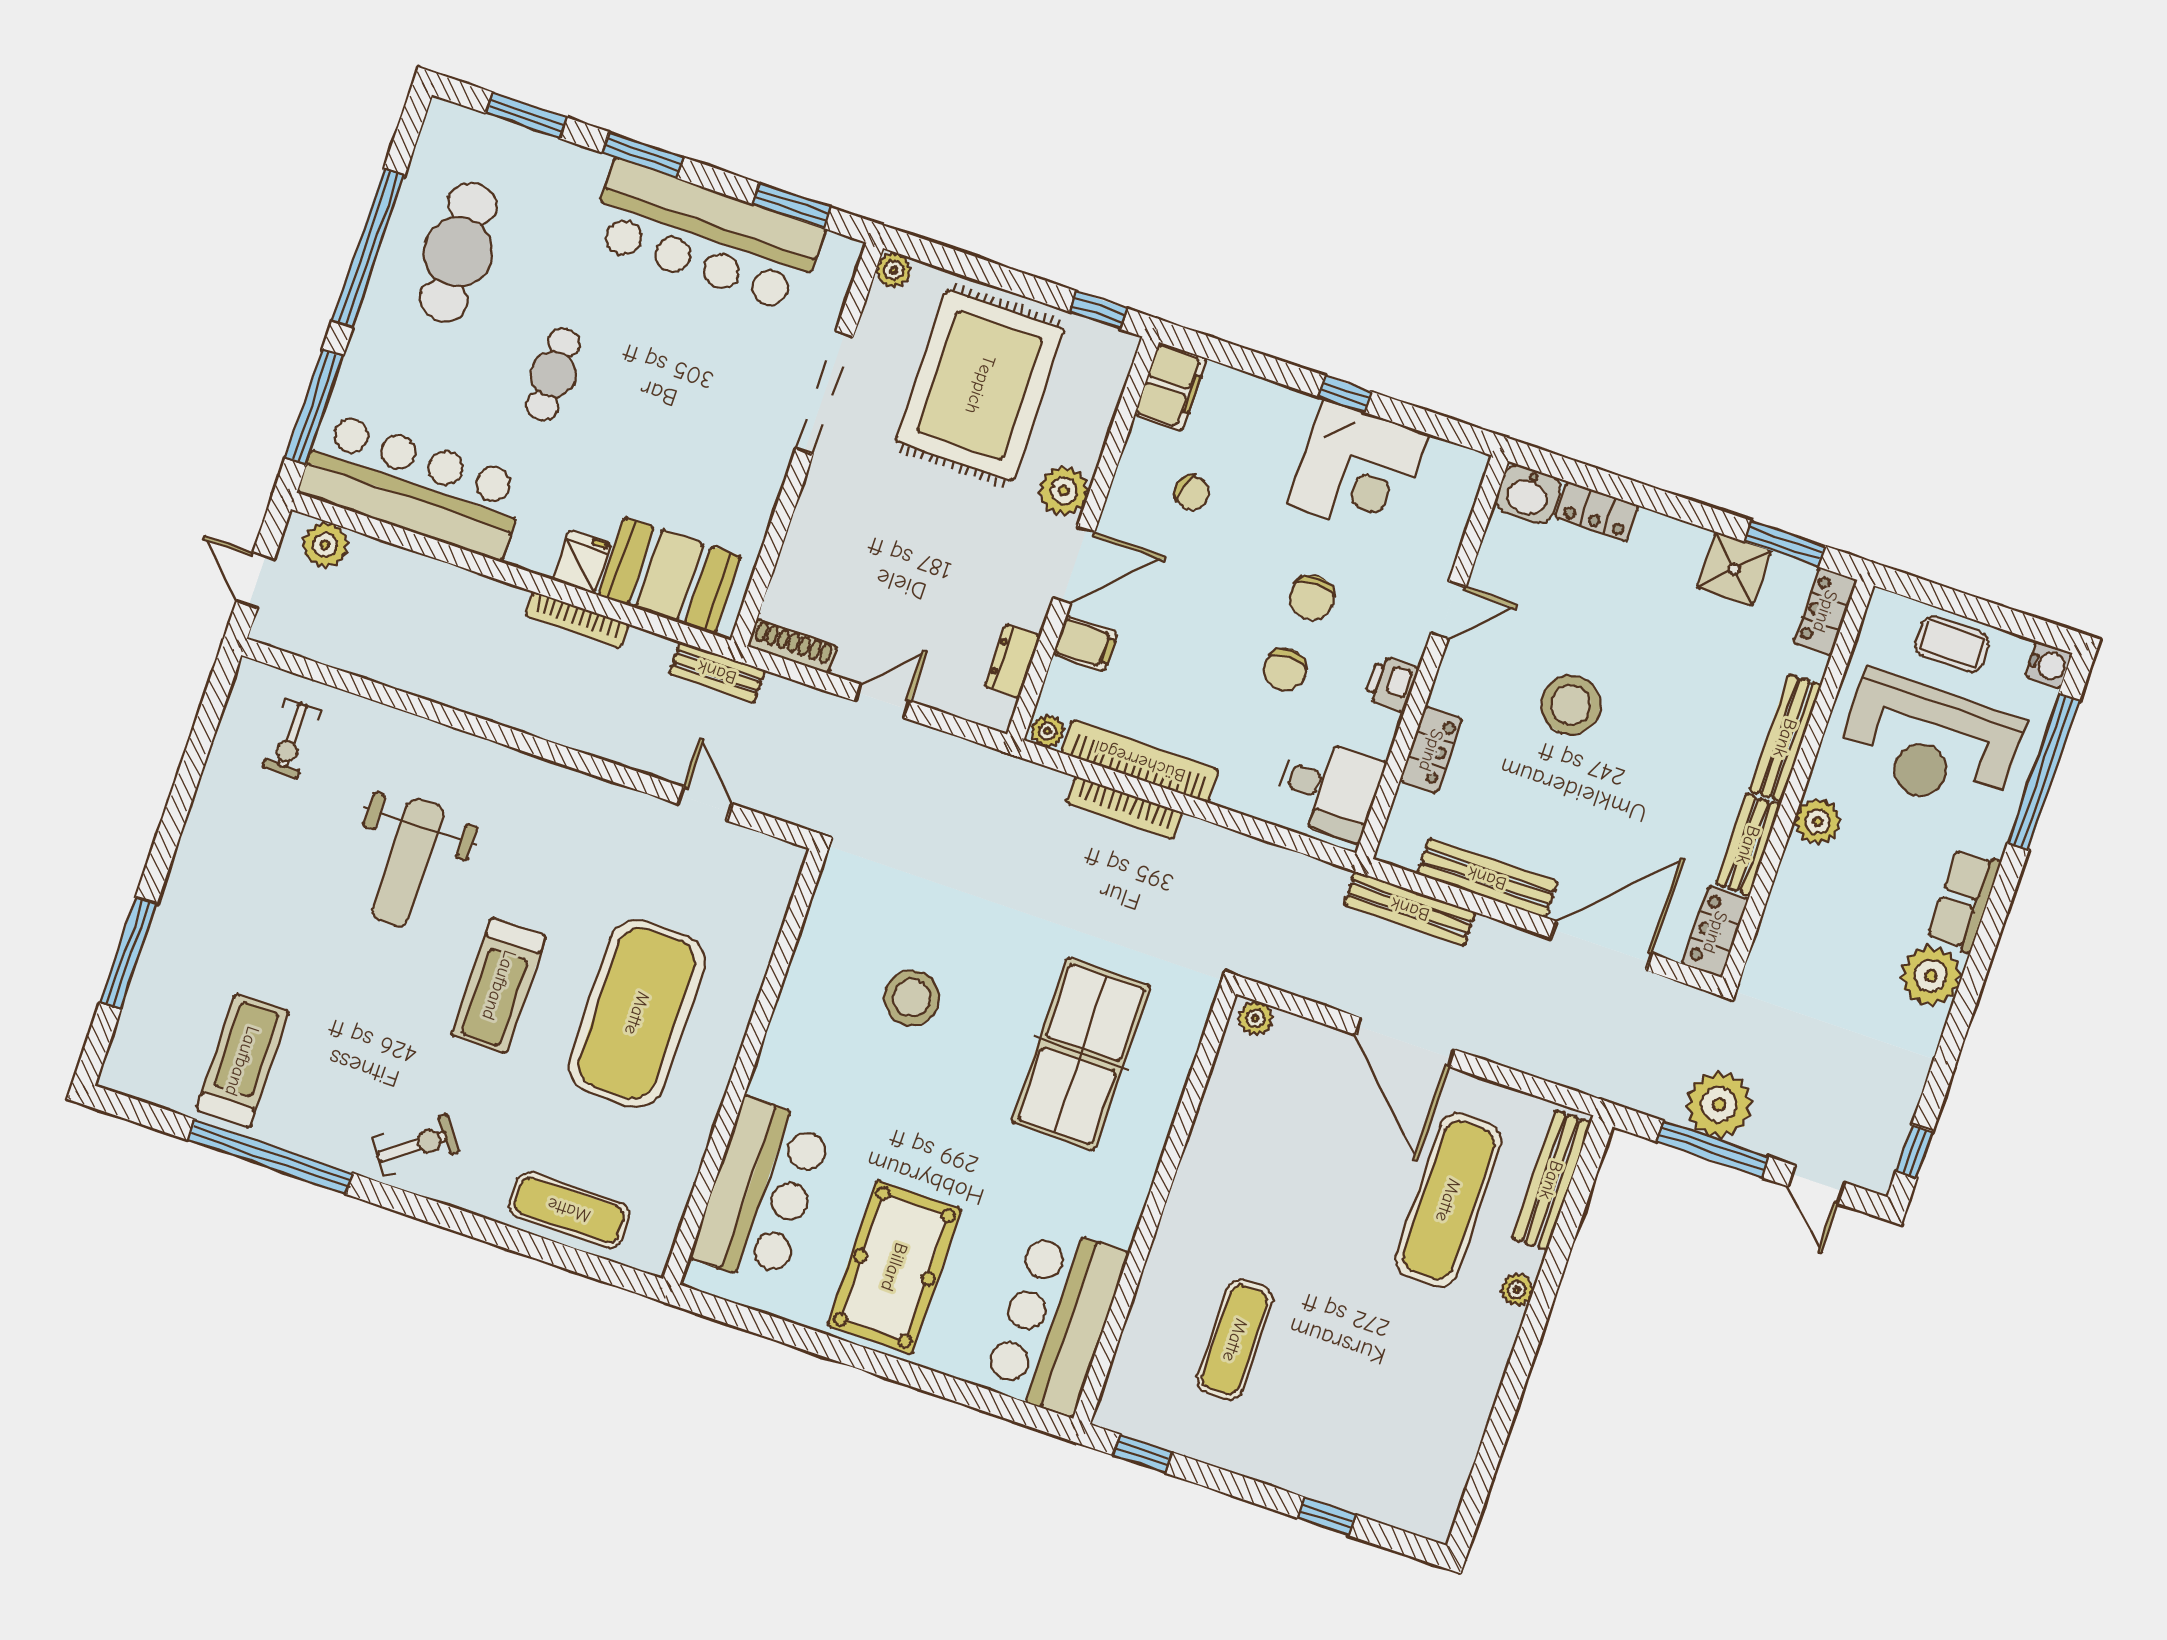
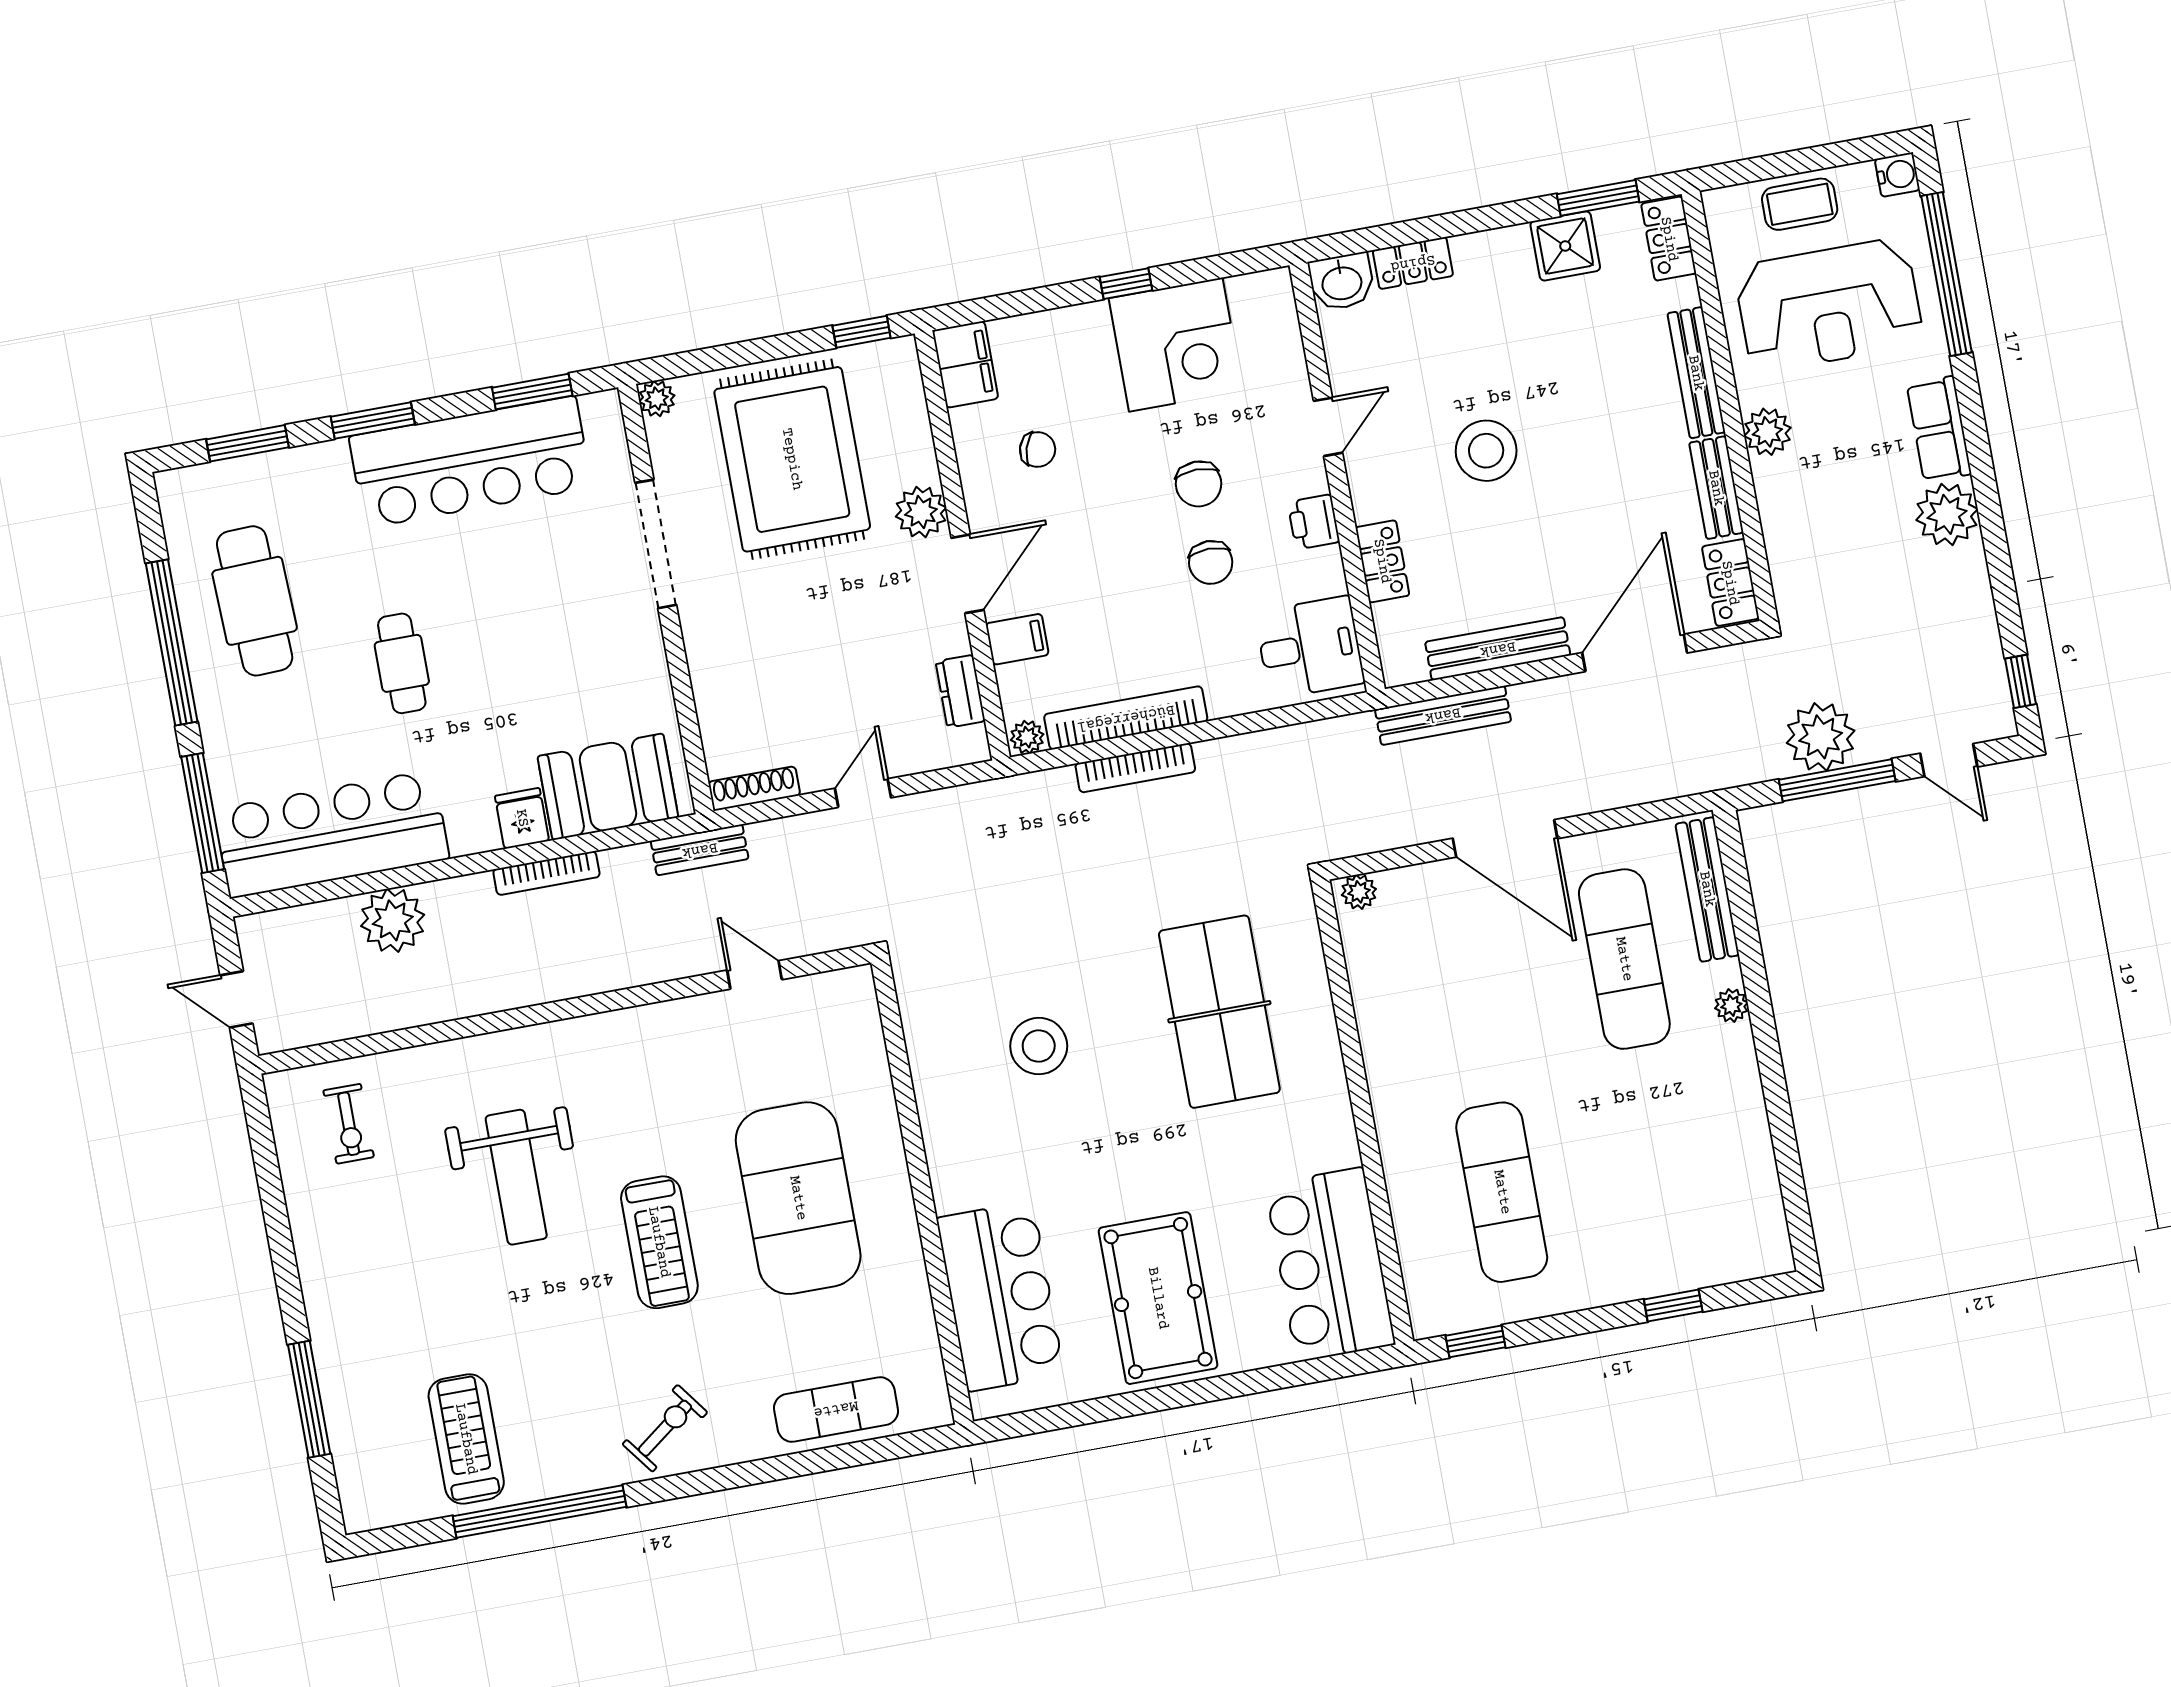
plant: (325, 545) -> (393, 920), moved, width x1.36, depth x1.36
exercise mat: (1235, 1340) -> (1502, 1192), width x1.36, depth x1.45

